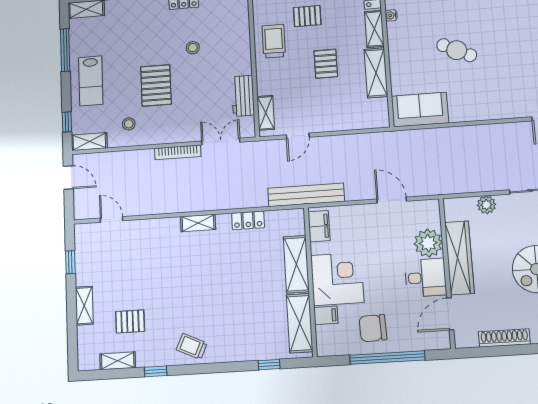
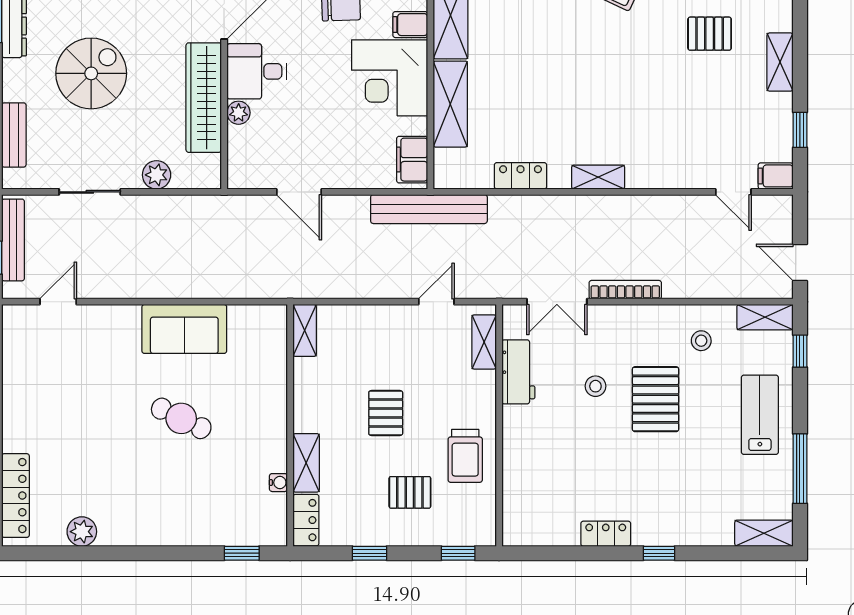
stool: (193, 48) -> (595, 386), moved
shelving: (376, 73) -> (305, 330), moved, width x0.67, depth x0.75
sofa: (420, 110) -> (184, 329), moved
filing cabinet: (85, 231) -> (776, 176), added
plant: (428, 243) -> (239, 113), width x0.53, depth x0.53

